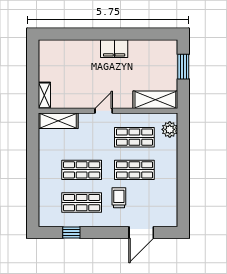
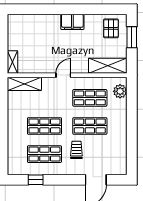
pallet: (159, 56) -> (111, 28), added

